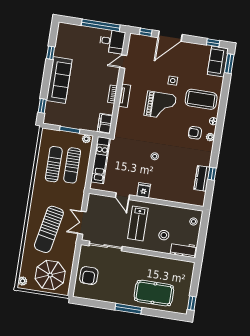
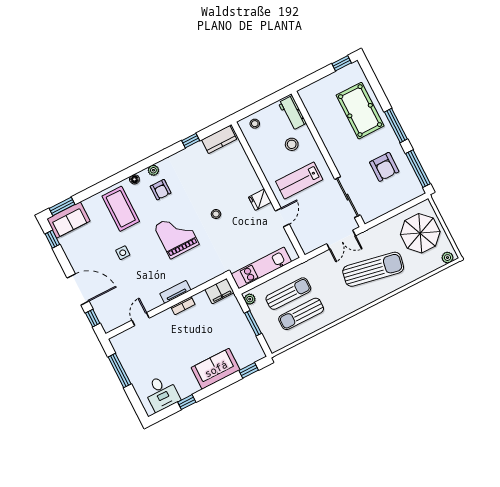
window: (101, 25) -> (120, 371), width x0.68
desk: (112, 41) -> (161, 393), moved, turned 180
door: (123, 62) -> (141, 319), swing flipped
sofa: (59, 80) -> (216, 369), width x0.73
grand piano: (160, 105) -> (176, 235), moved
kitchen counter: (202, 178) -> (219, 140), moved
lab bench: (138, 223) -> (299, 181), turned 180
armchair: (89, 276) -> (384, 167), moved, turned 90
window: (91, 303) -> (418, 169), added

